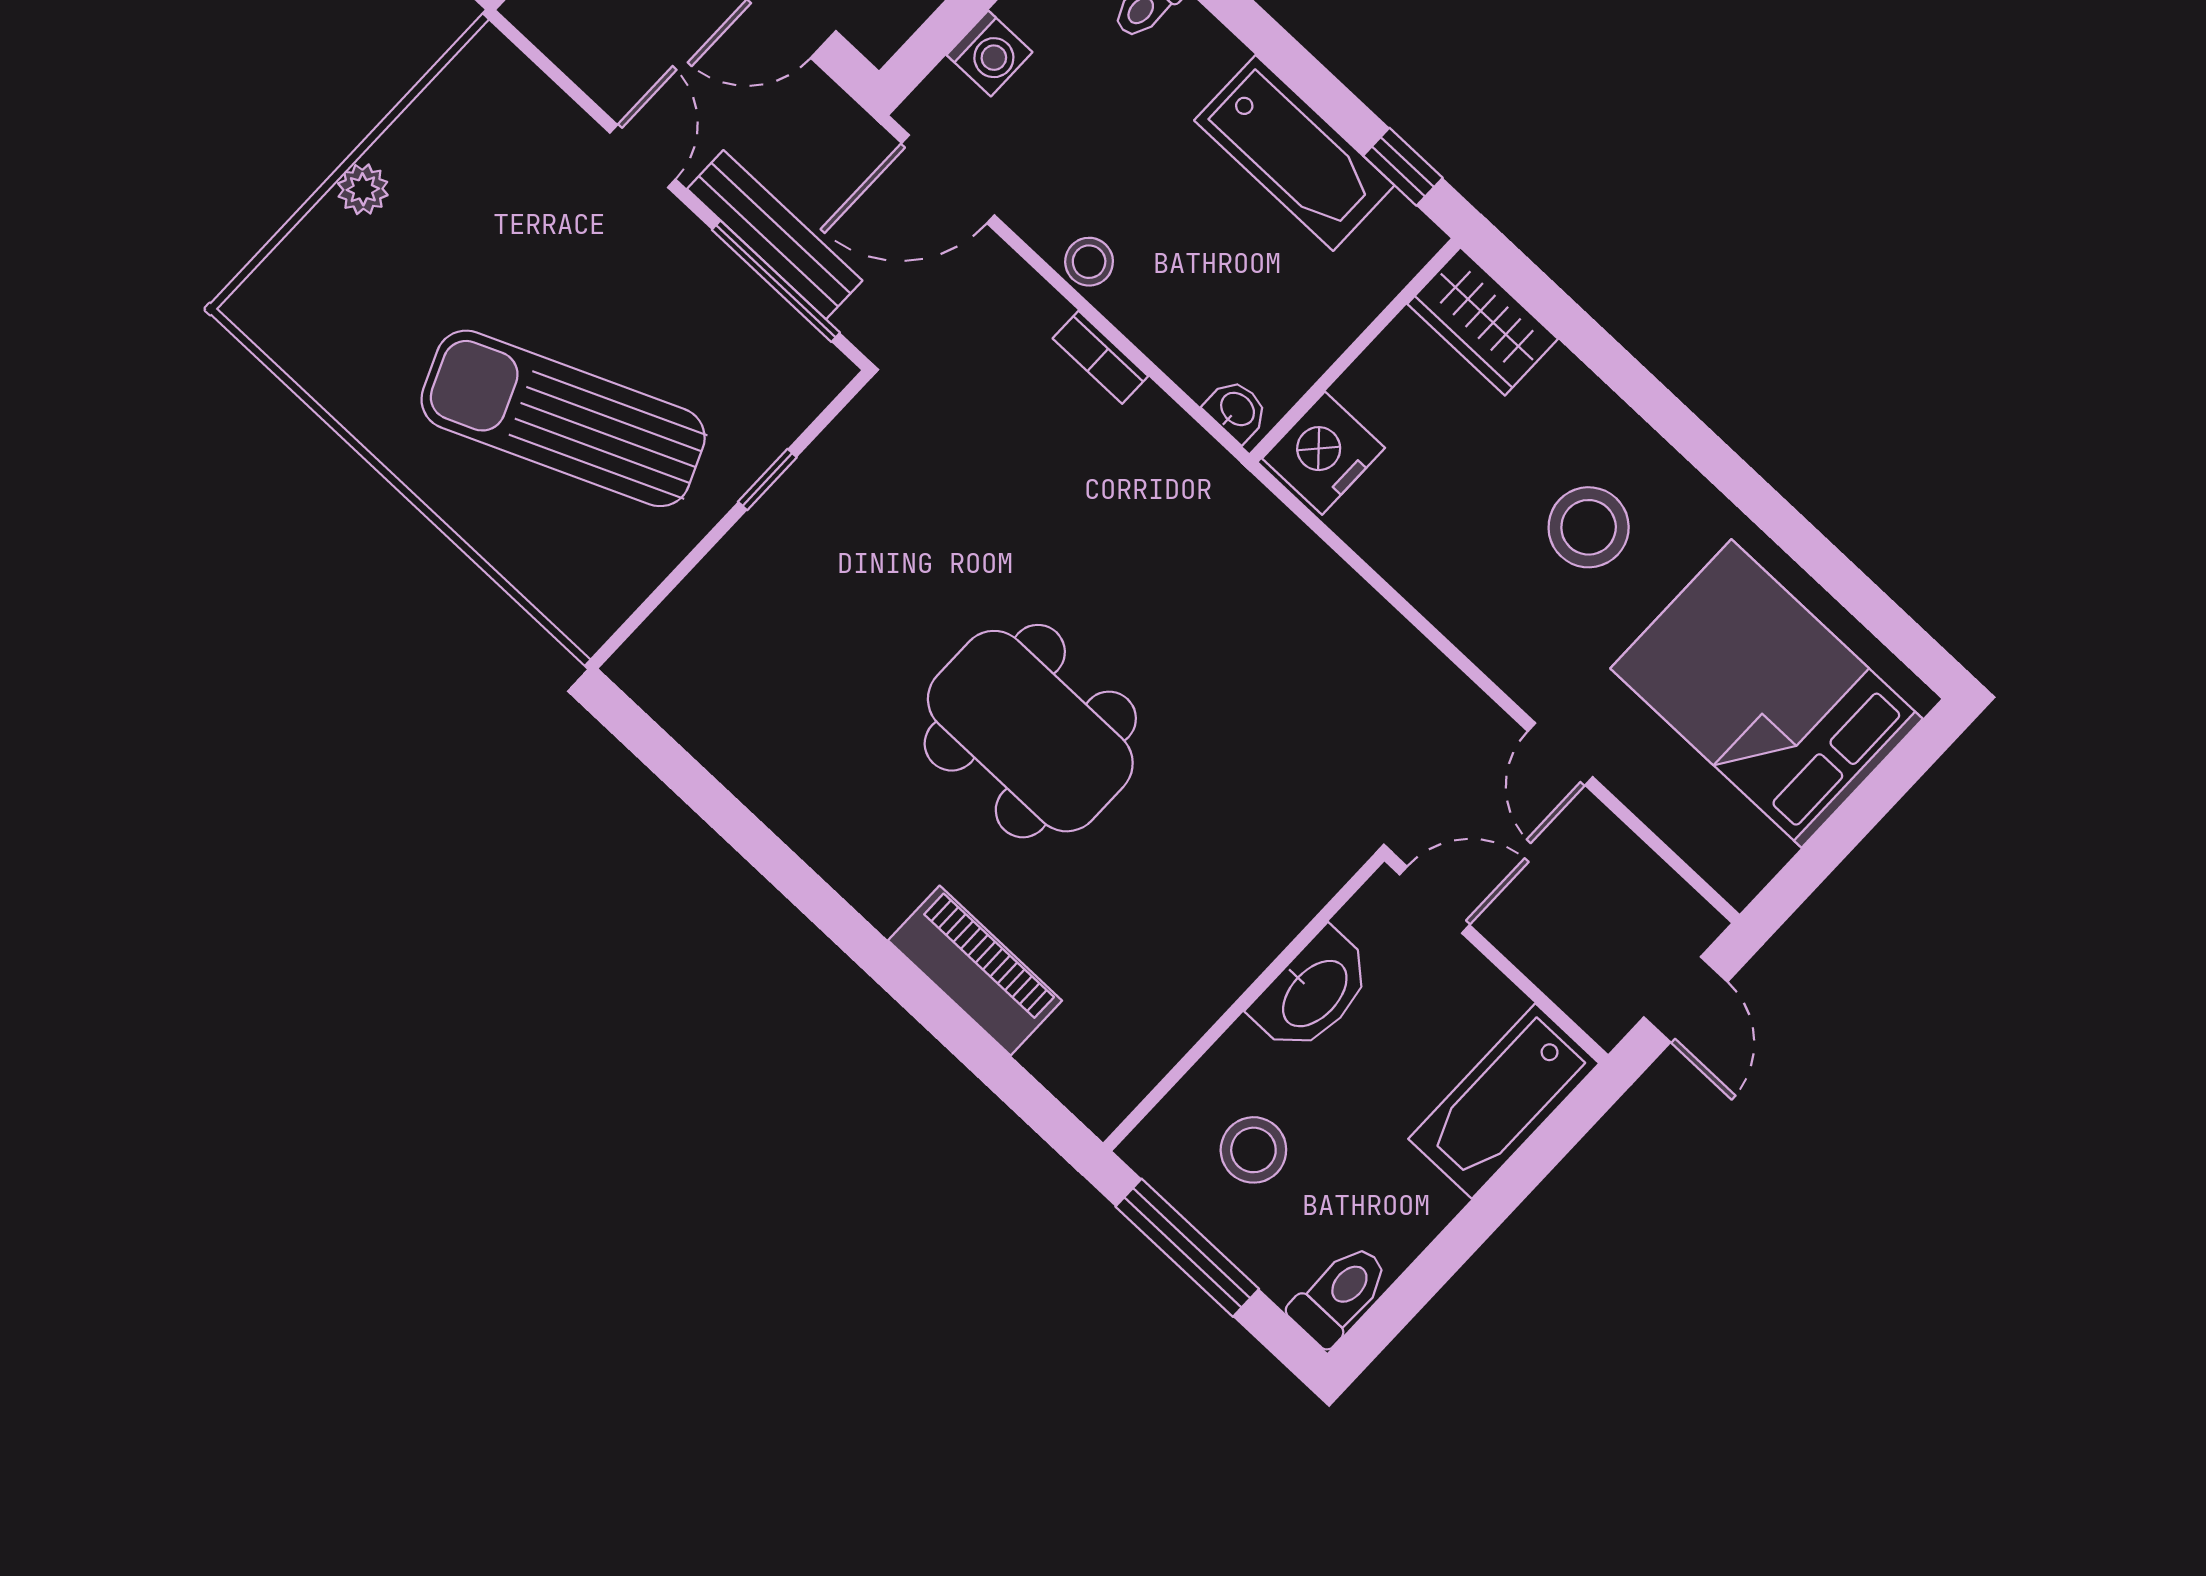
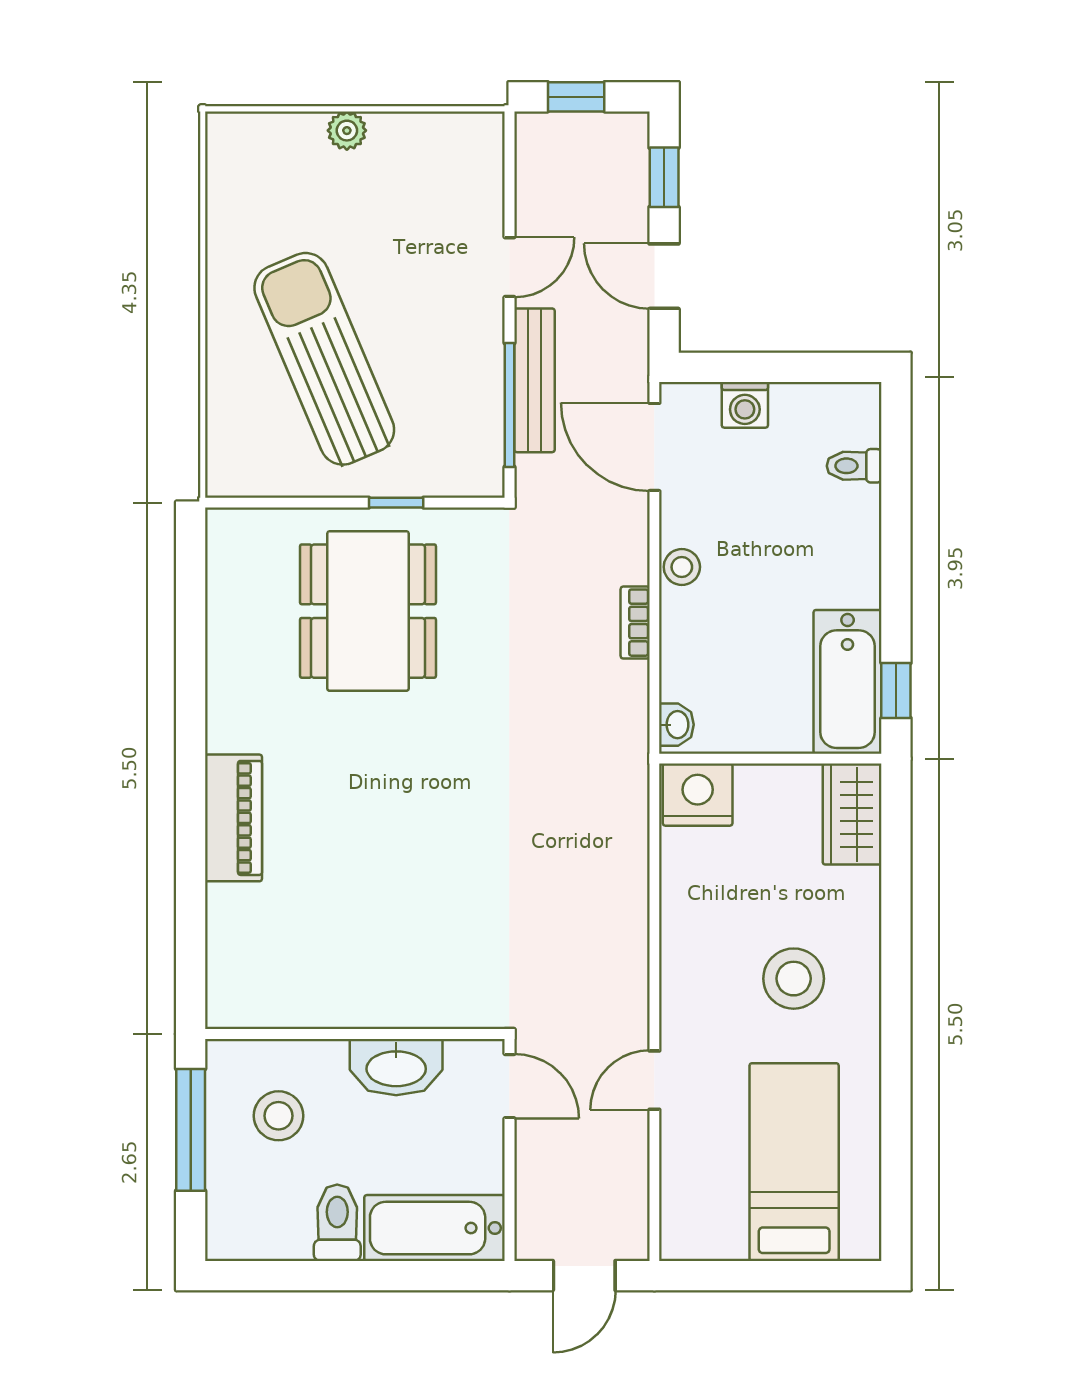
bathtub: (1294, 153) -> (848, 682), moved
bed: (1766, 694) -> (794, 1162), width x0.67
dining table: (1030, 731) -> (368, 611), moved
piano: (975, 970) -> (233, 818), moved
toilet: (1340, 1295) -> (337, 1223), moved, turned -90

